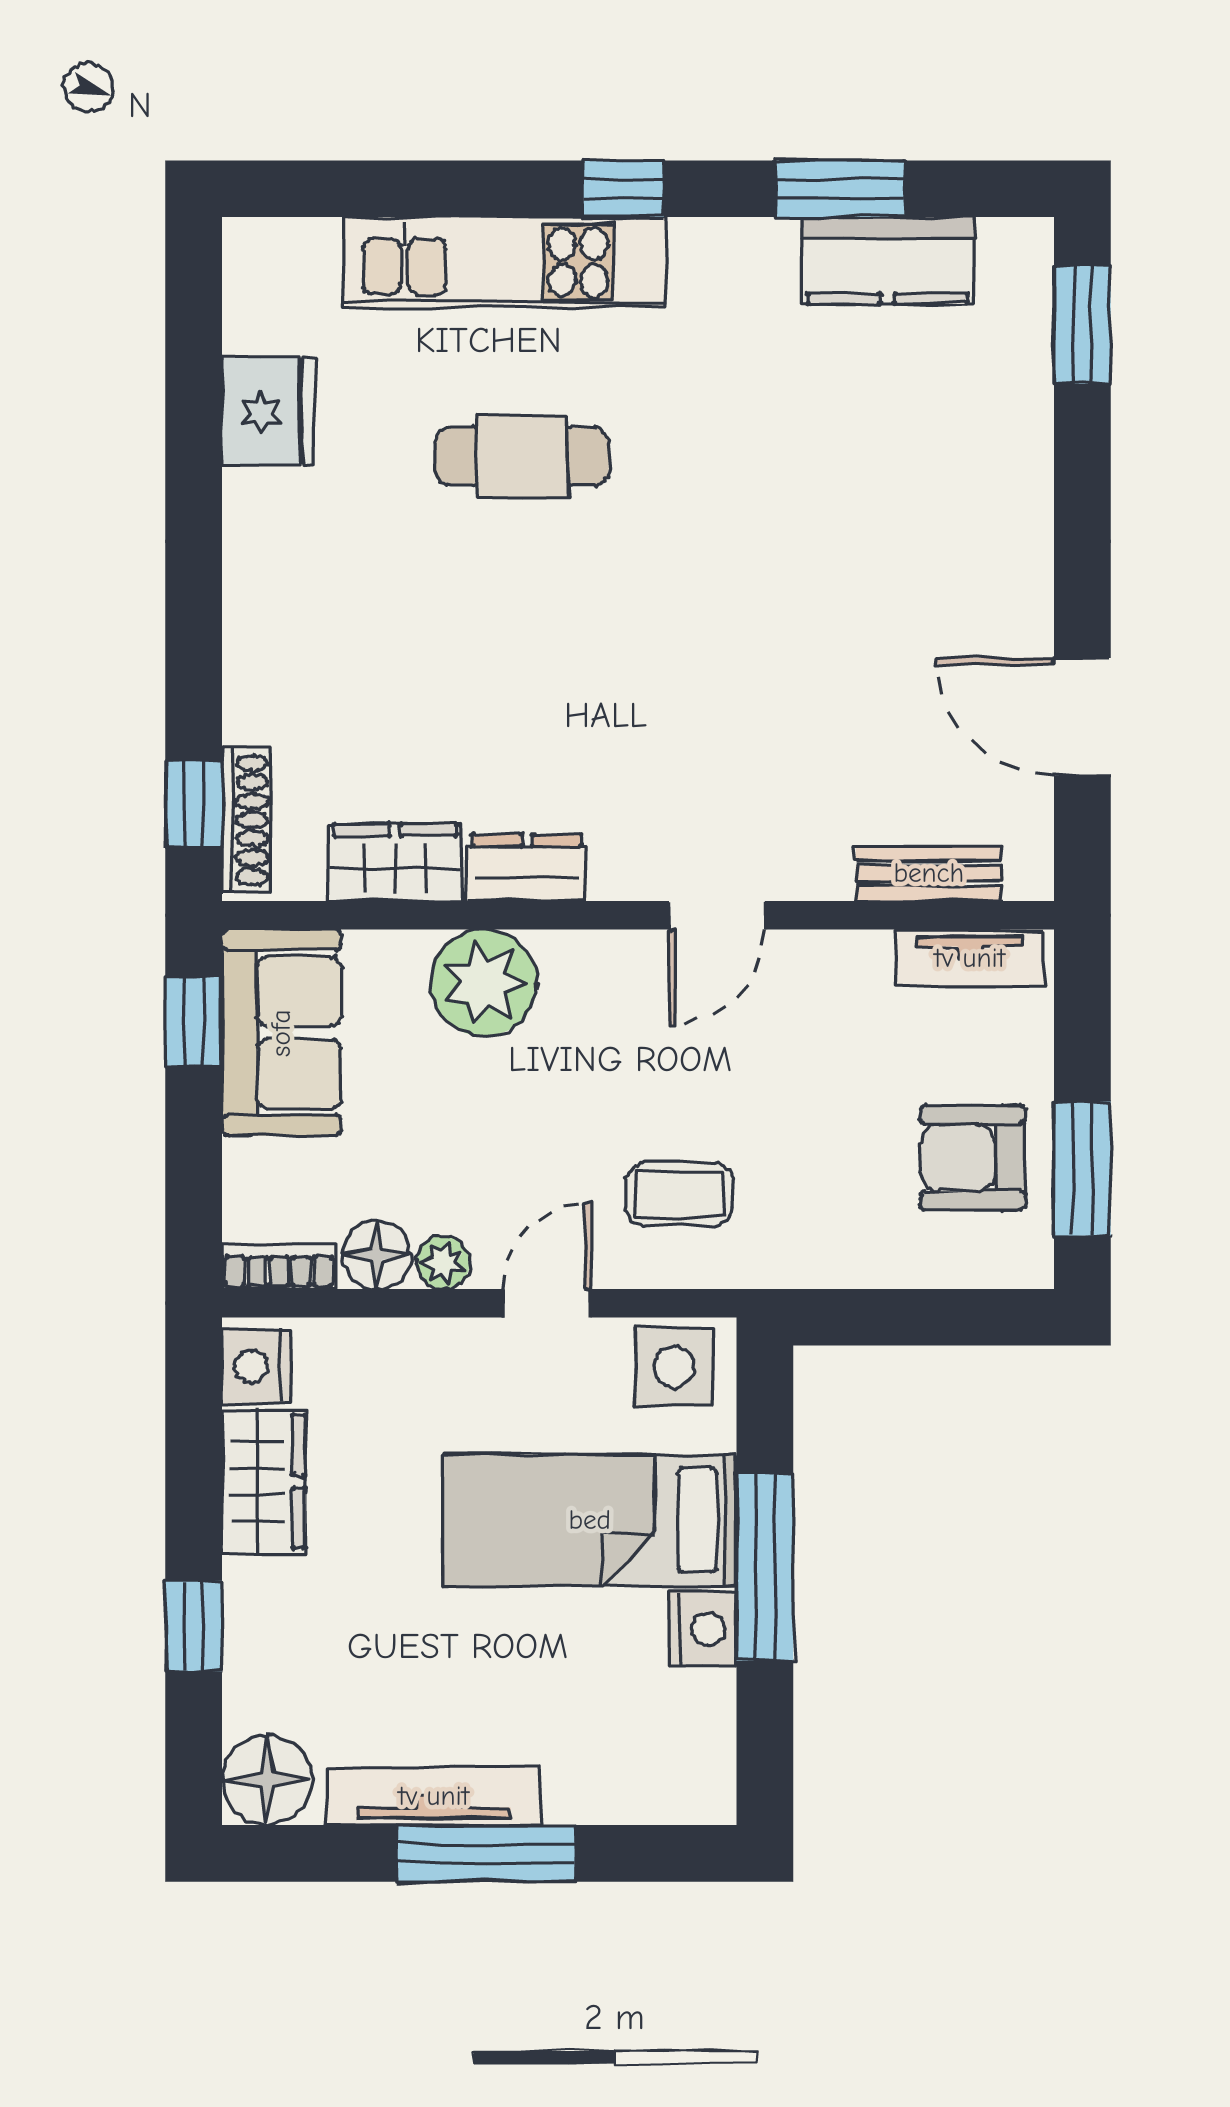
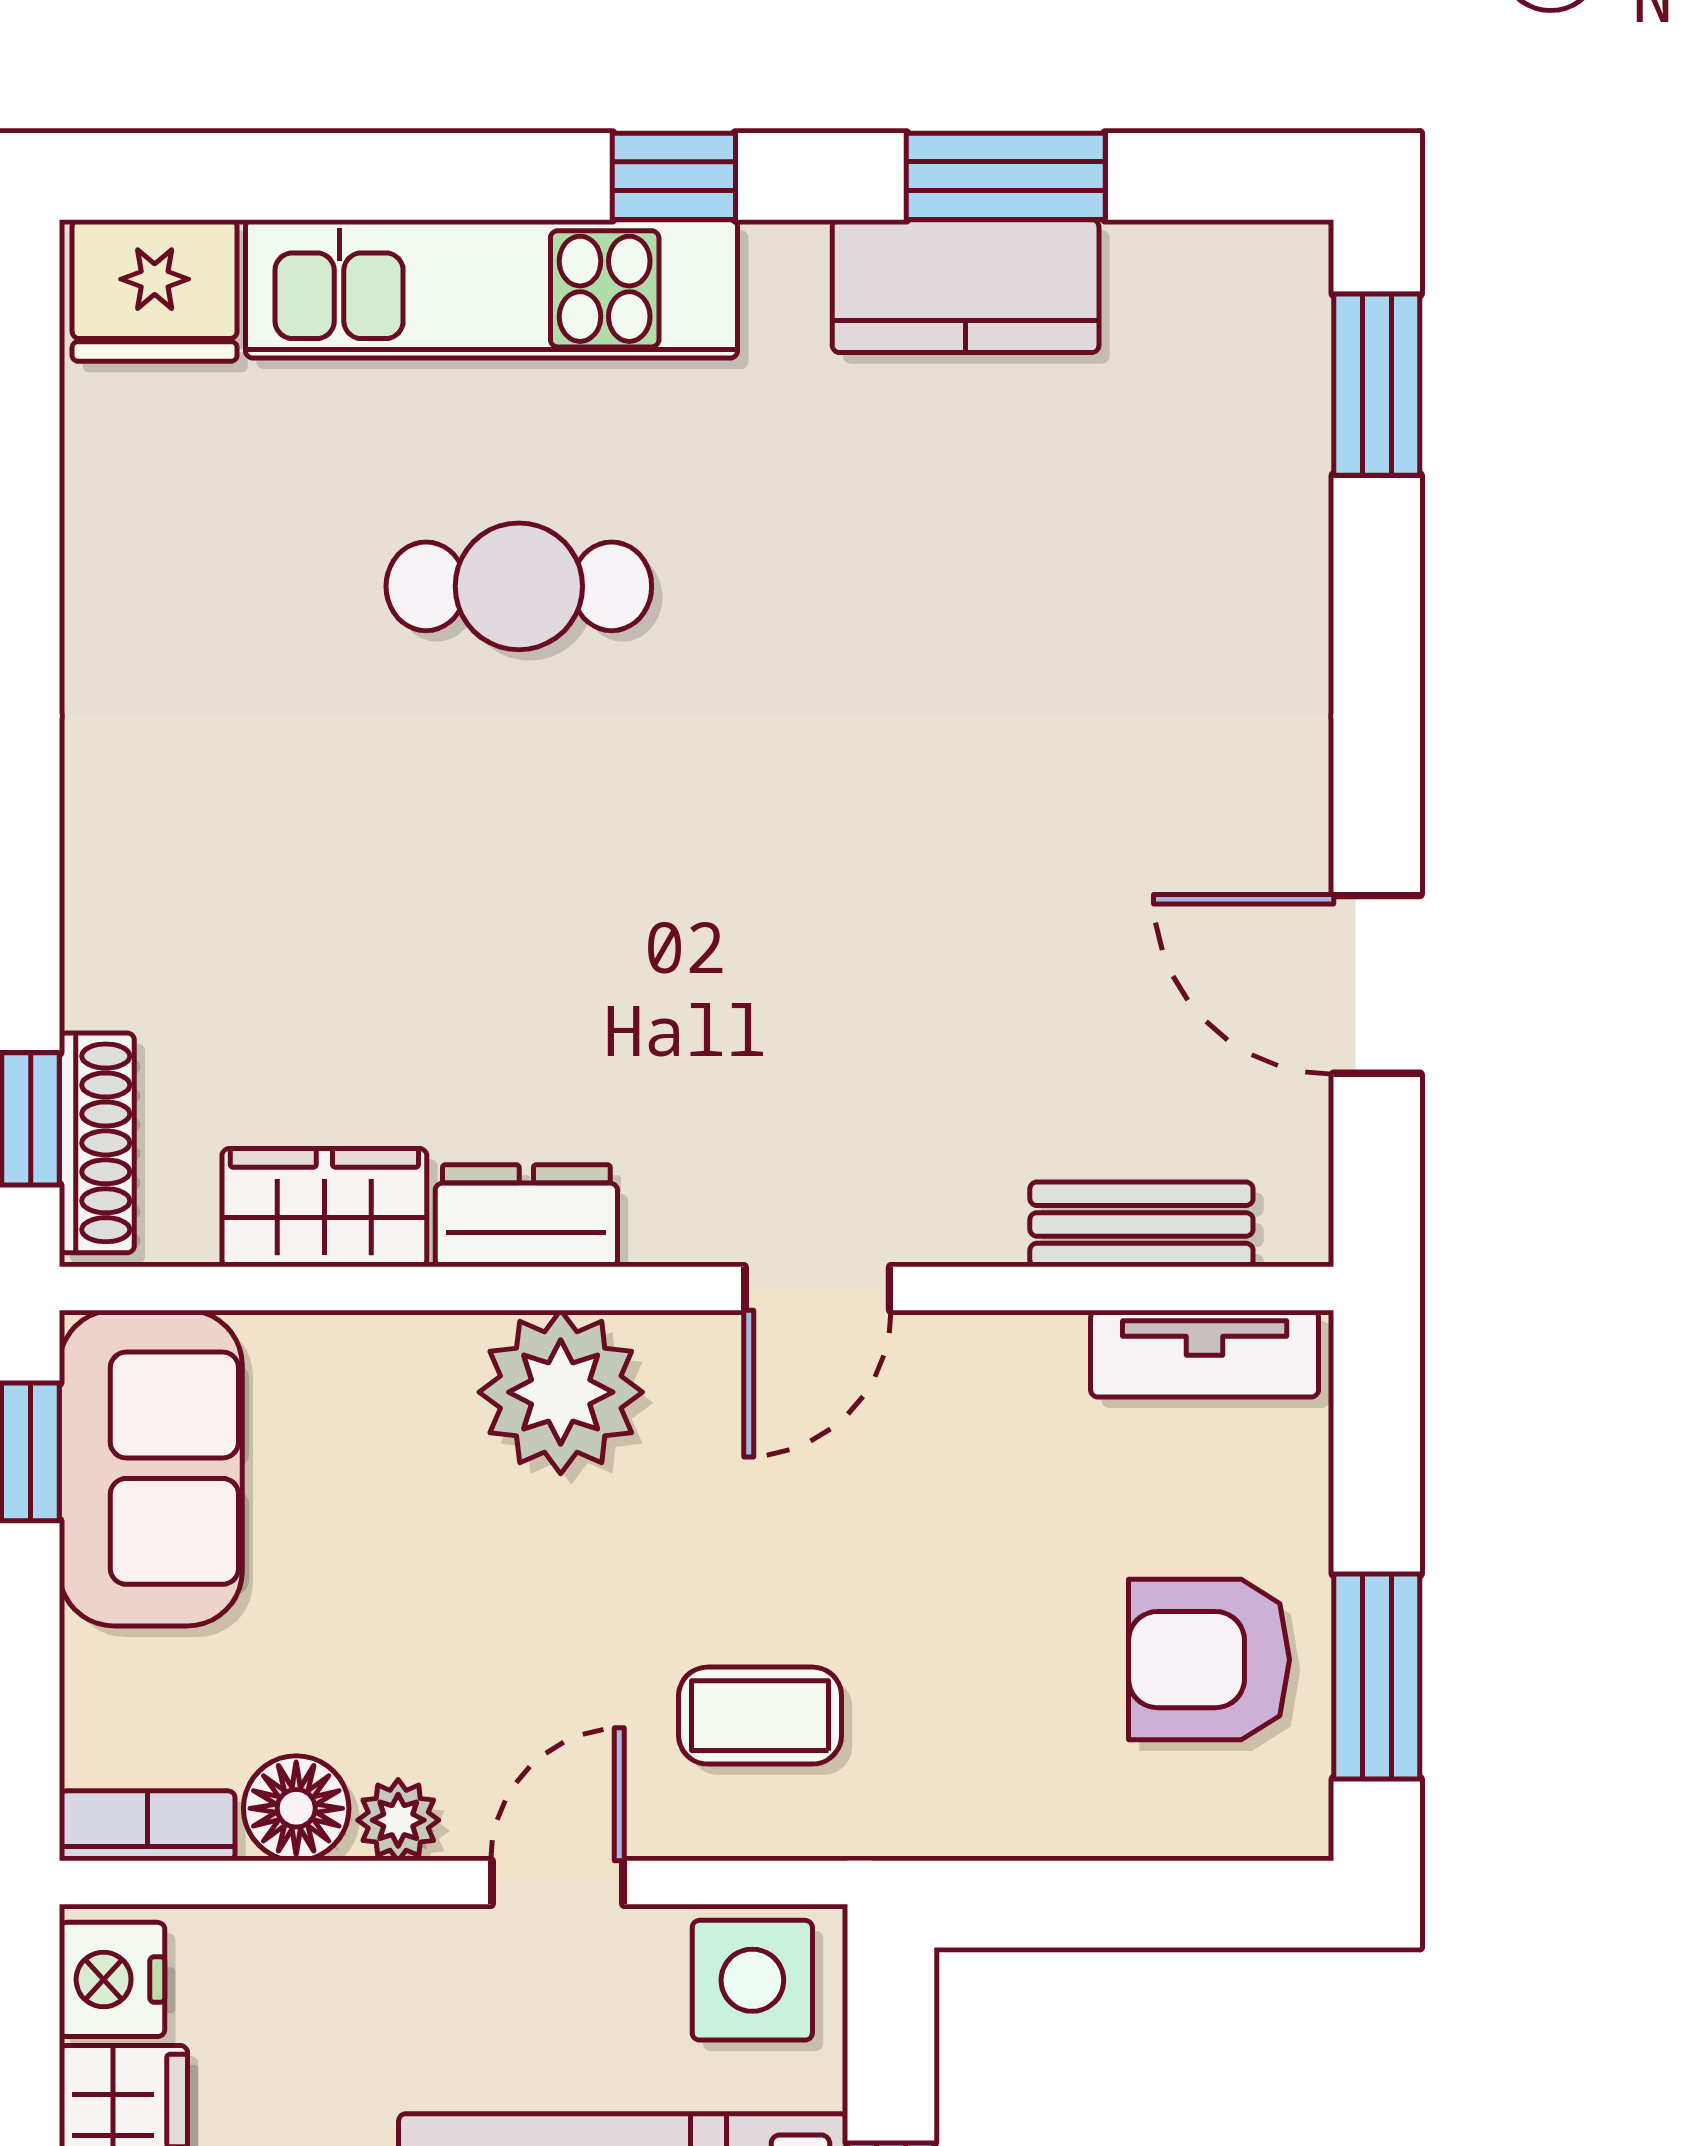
kitchen counter: (888, 260) -> (966, 286), moved
fridge: (268, 412) -> (155, 290), moved, turned 90
plant: (484, 983) -> (561, 1392), moved

